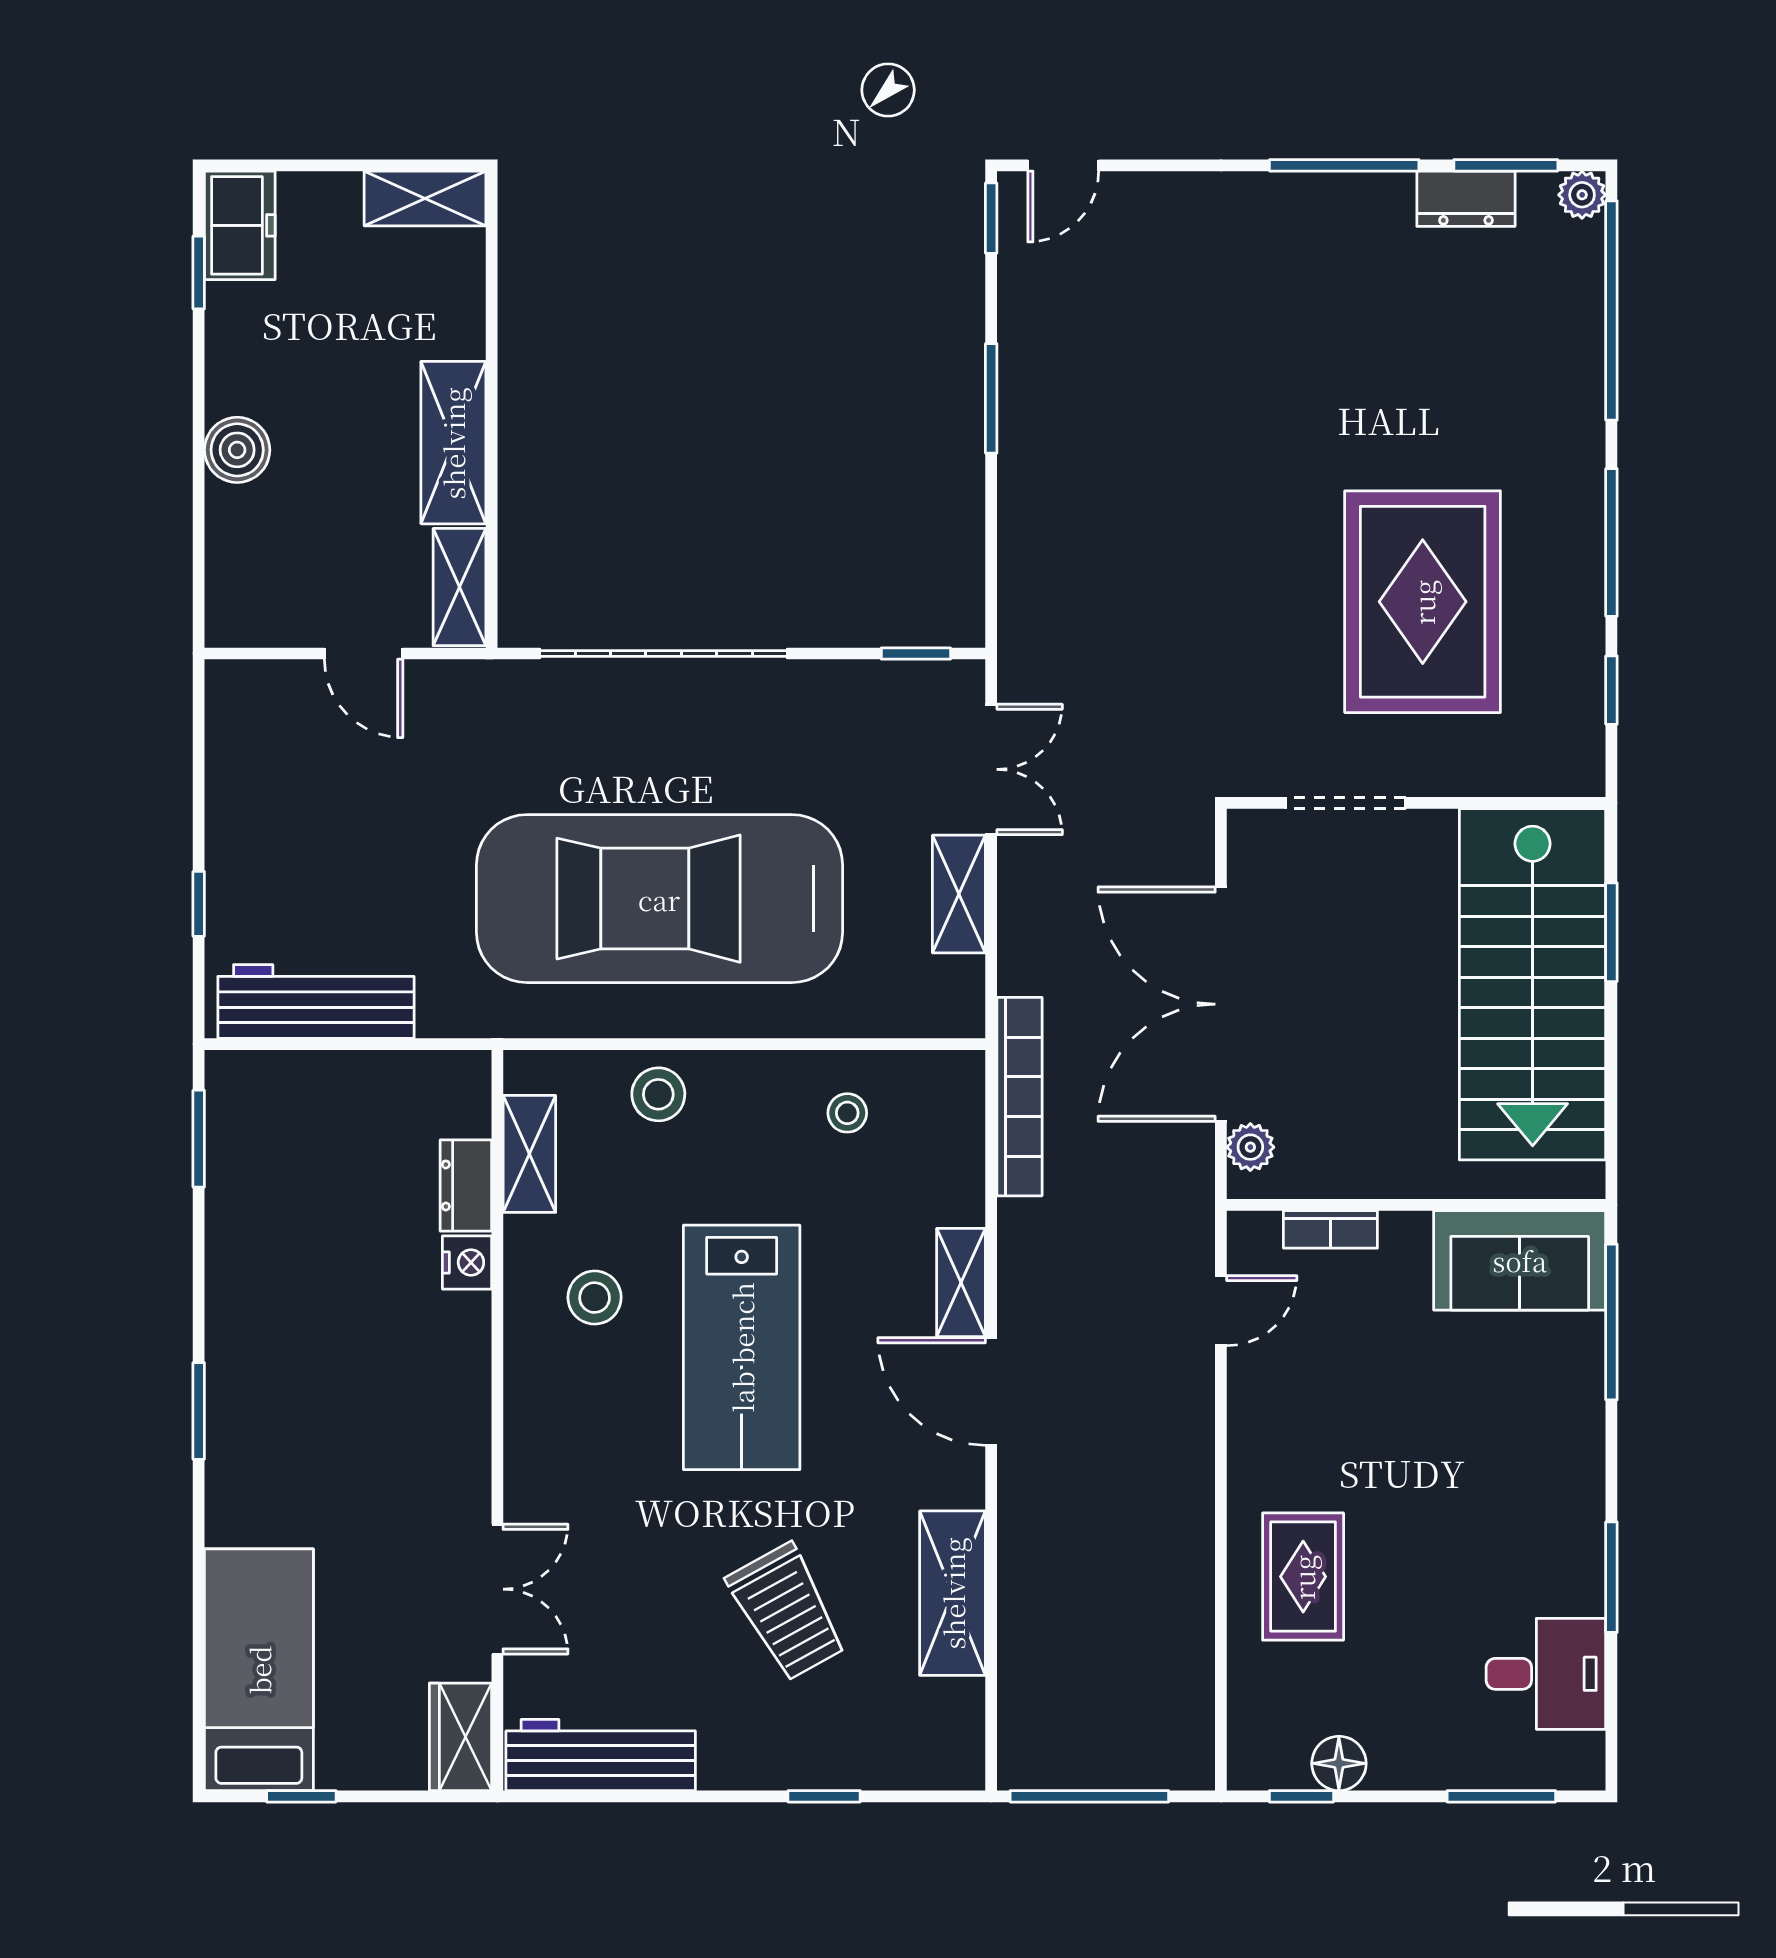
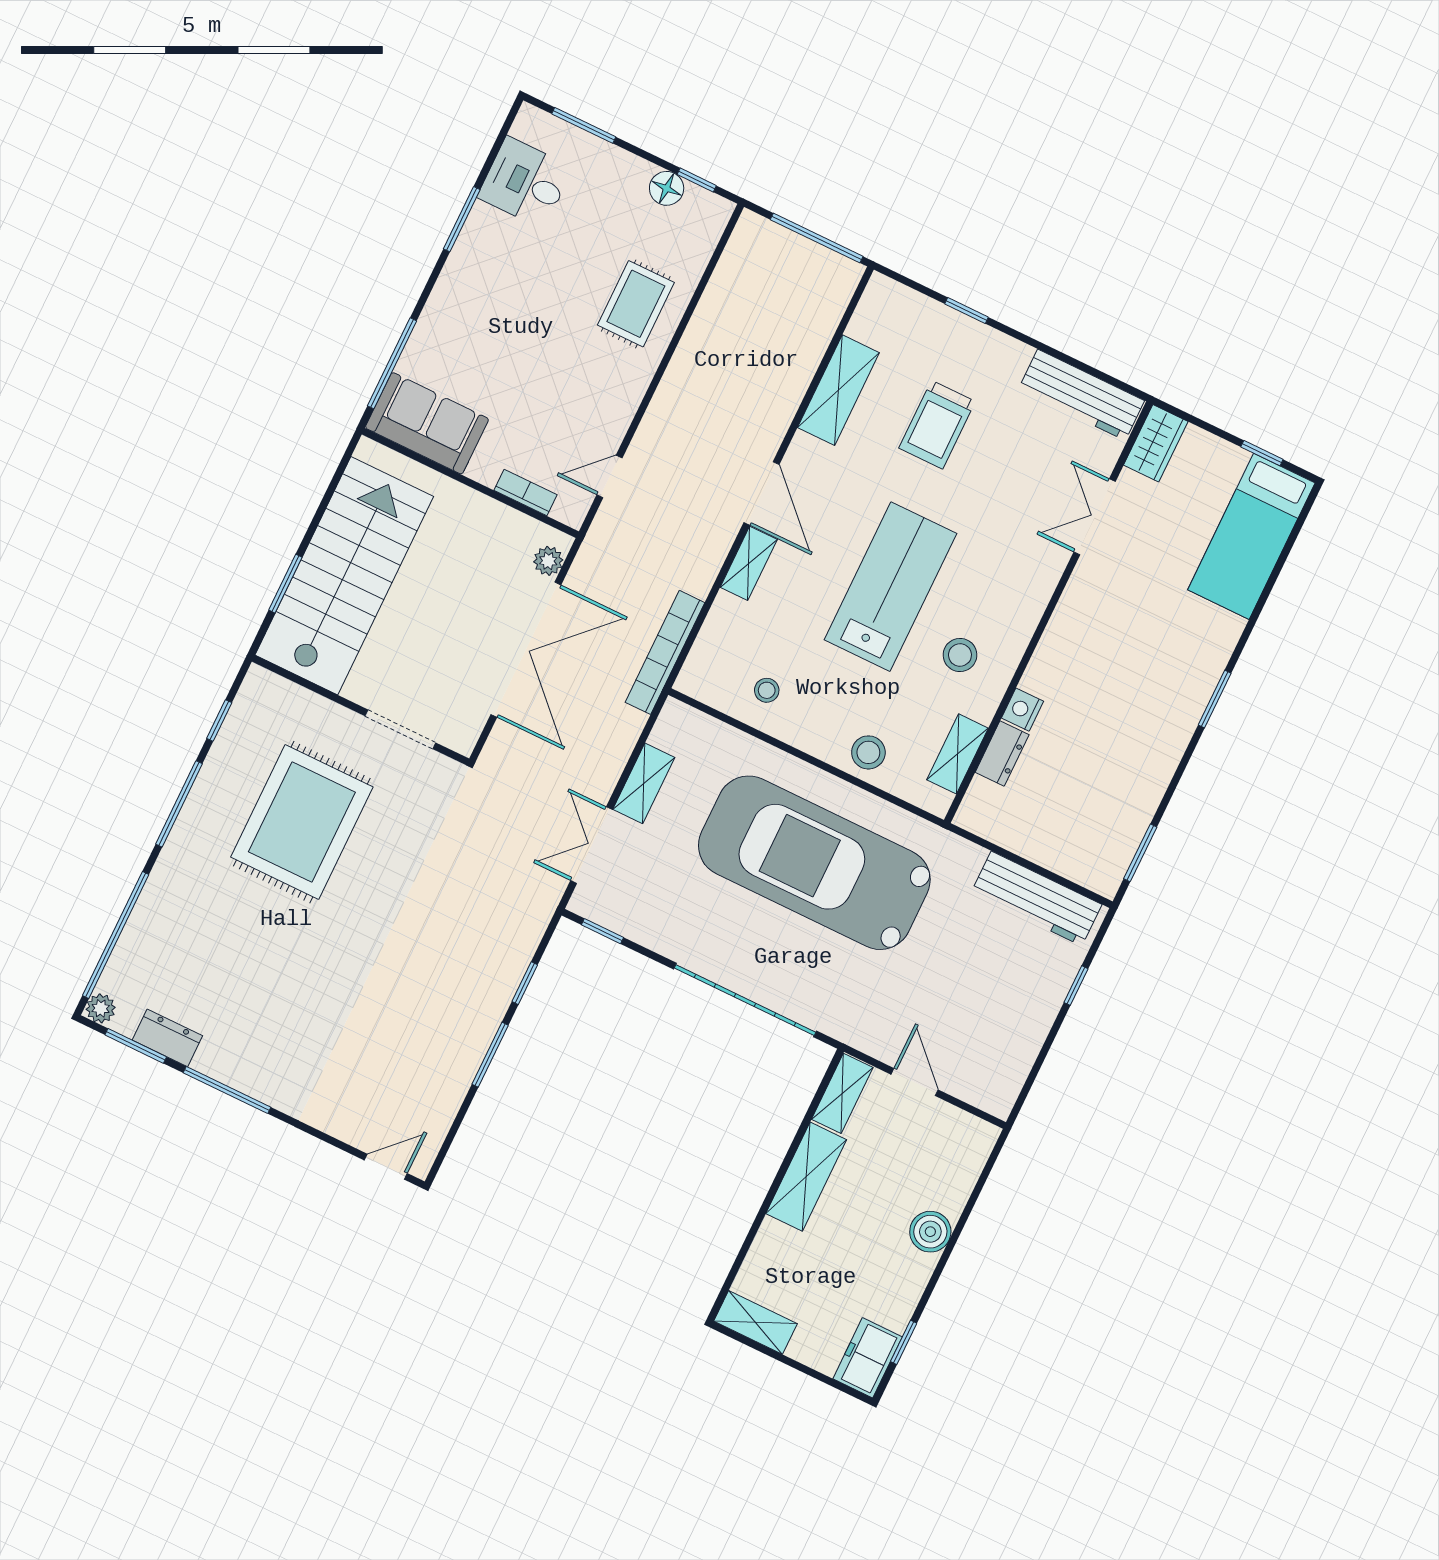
window: (991, 218) -> (525, 983), moved
car: (659, 899) -> (814, 863), turned 180
trolley: (787, 1612) -> (937, 425), turned -151

